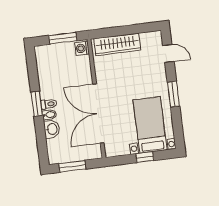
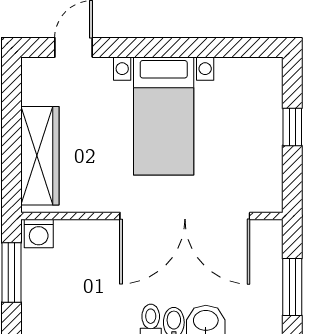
window: (173, 94) -> (163, 47), removed
bed with nightstands: (150, 125) -> (164, 116), moved, turned -90

